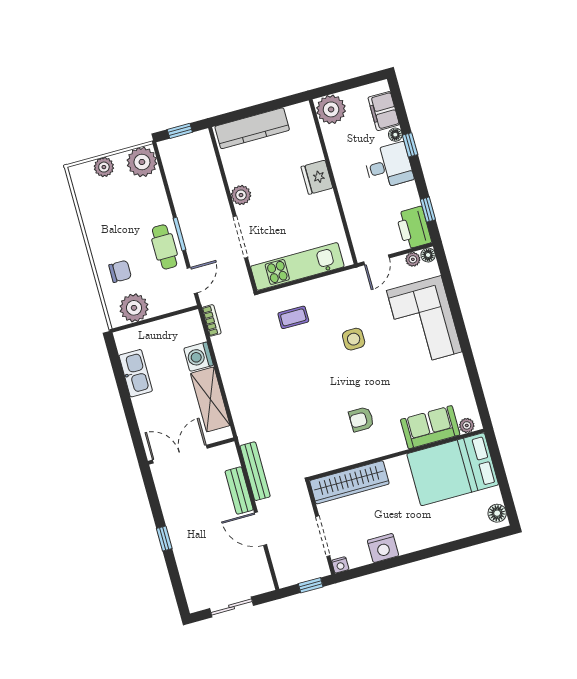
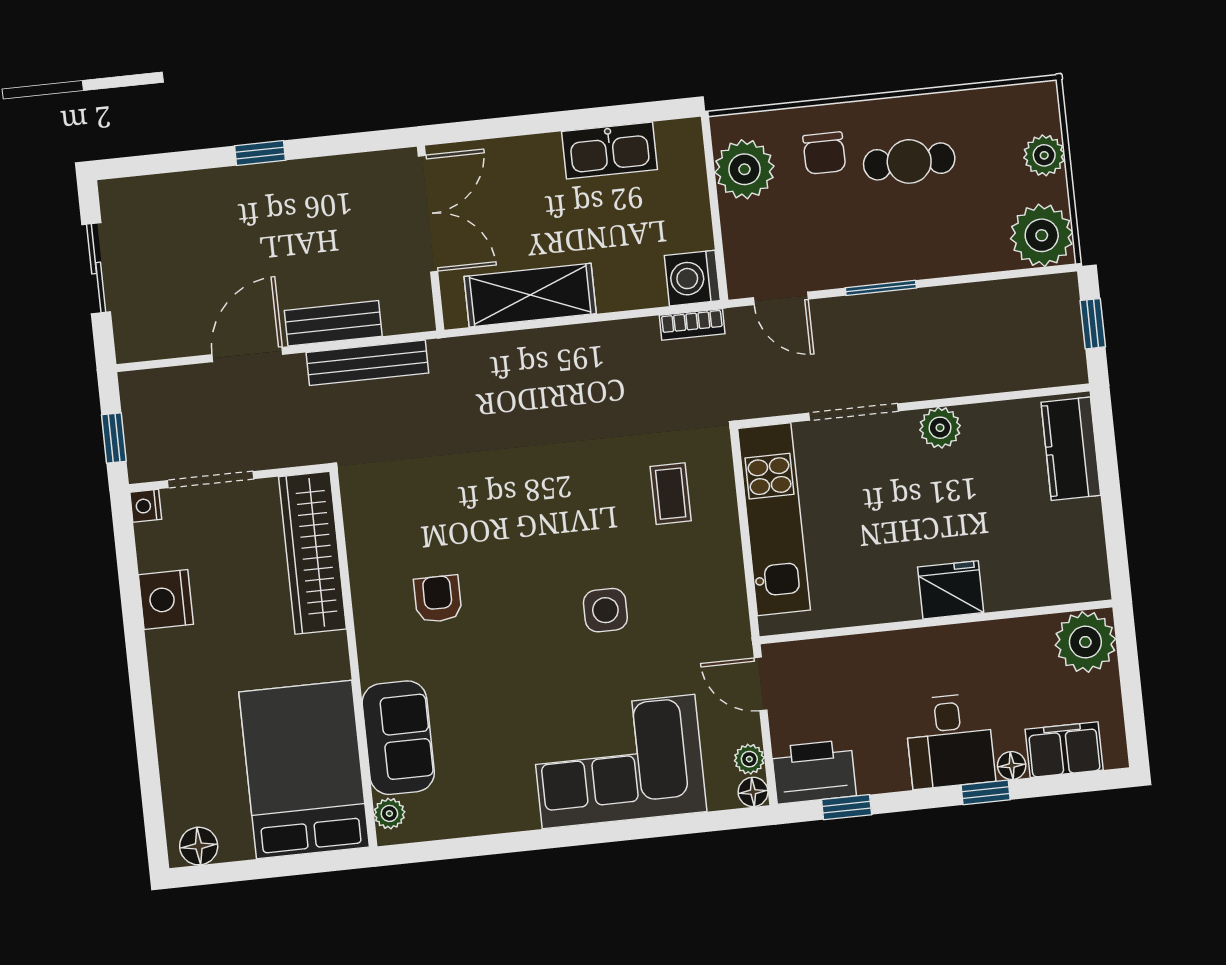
kitchen counter: (252, 128) -> (1071, 449), width x0.67
cafe table: (165, 247) -> (909, 161), moved
washing machine: (199, 357) -> (692, 278), moved, turned -90

